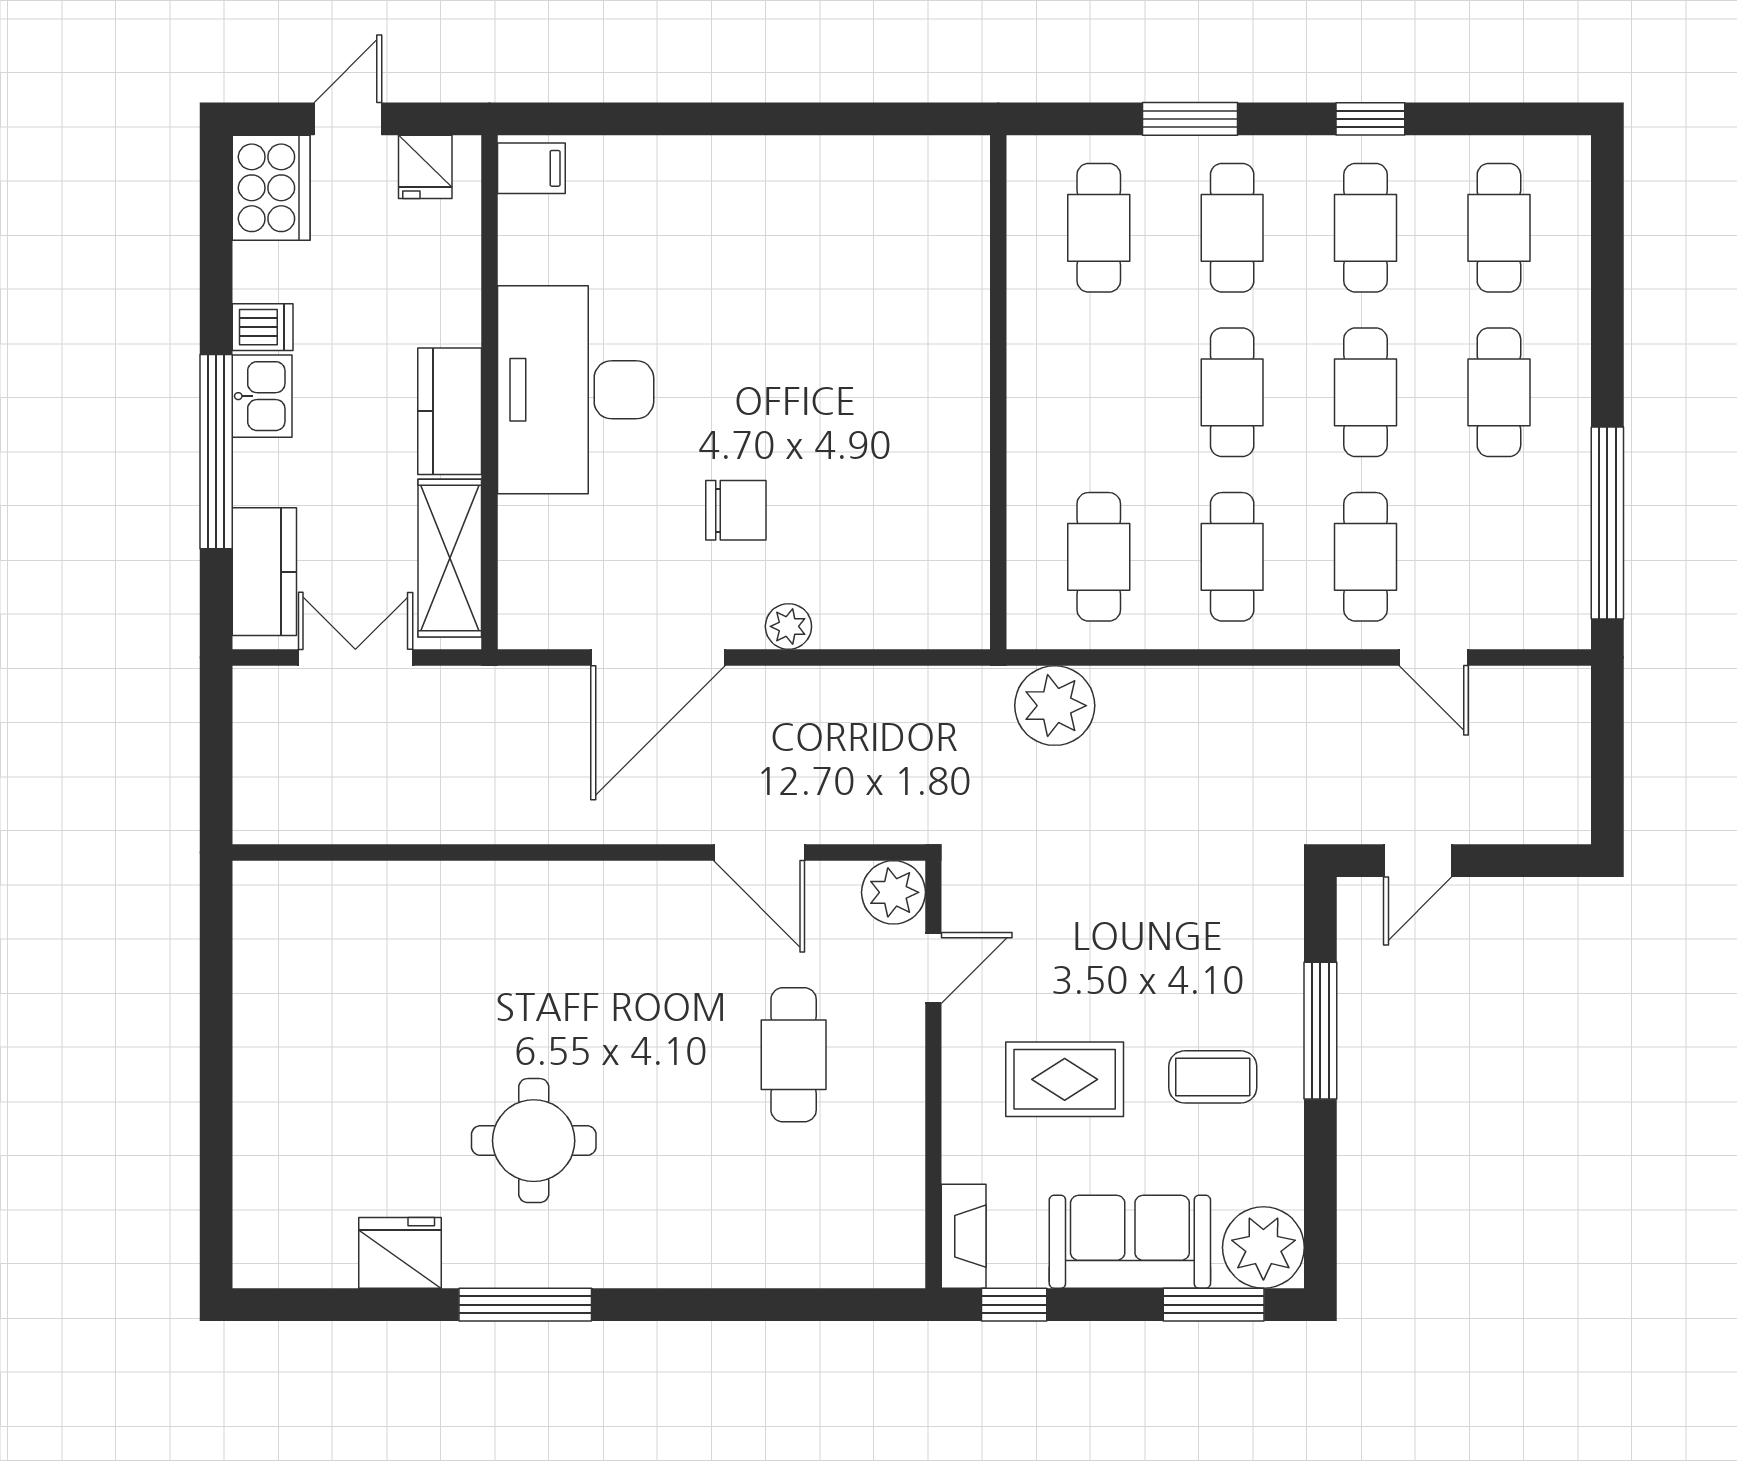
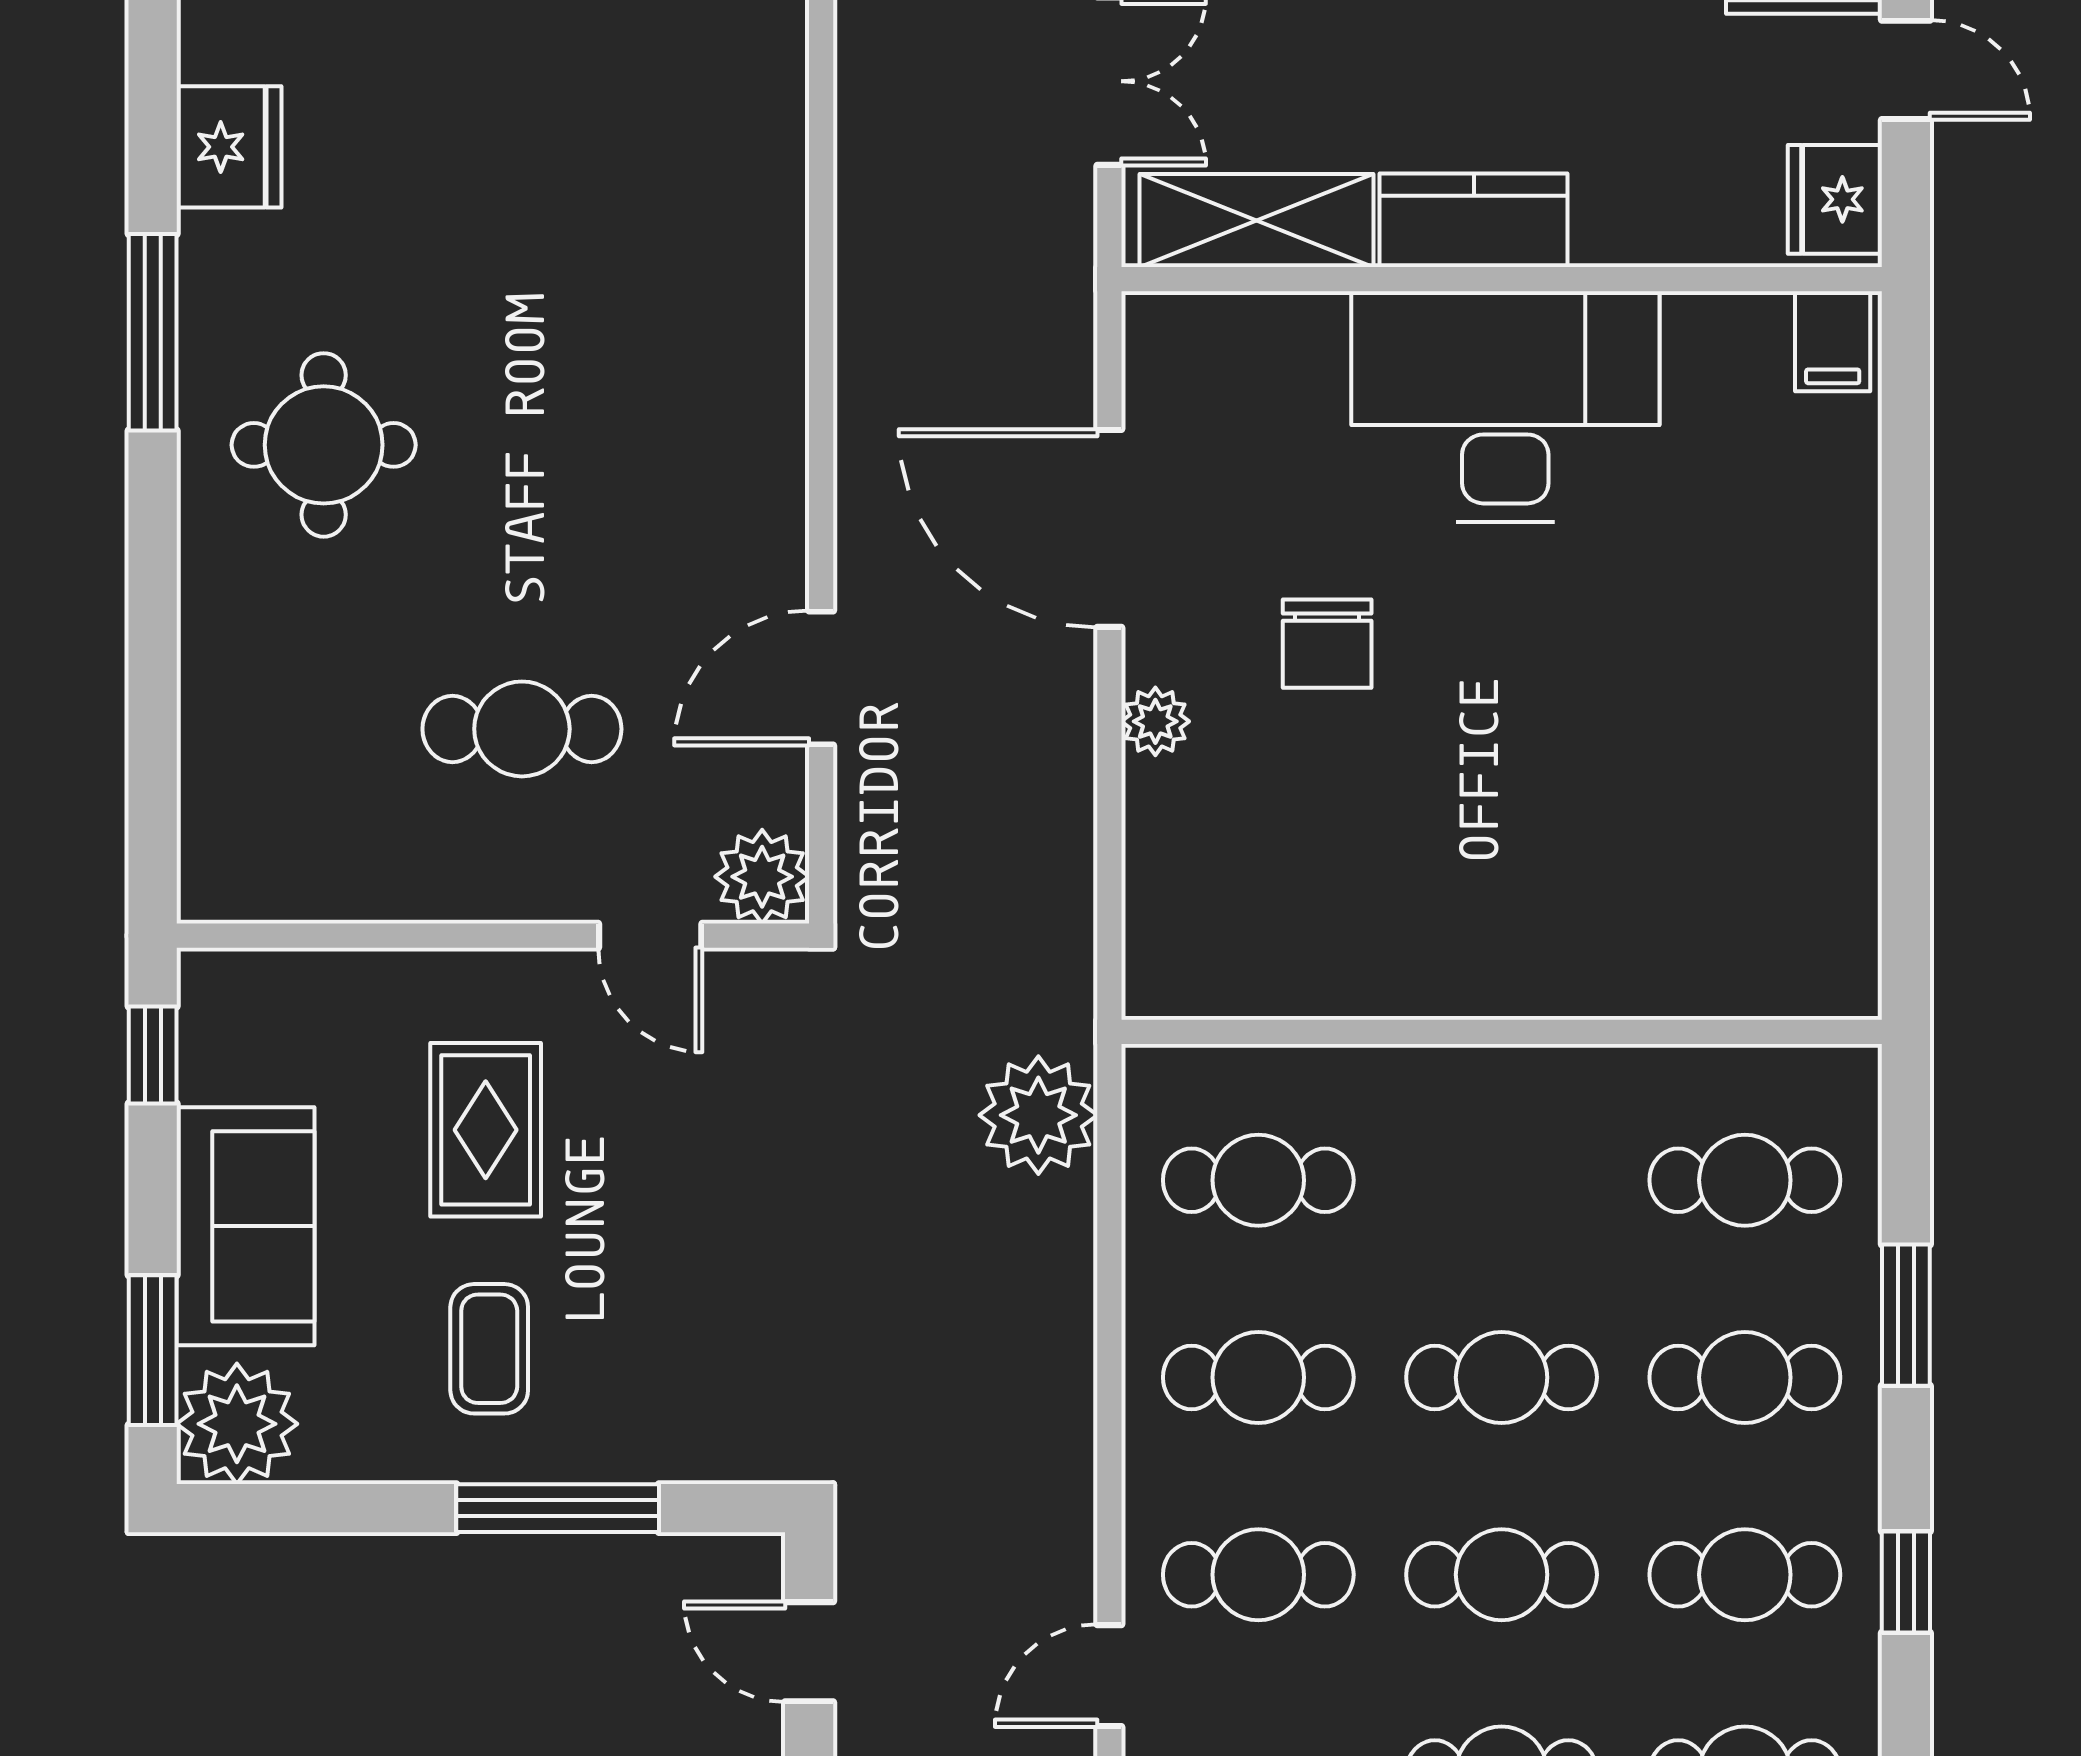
fridge: (425, 167) -> (1835, 199), width x1.38
round table: (534, 1141) -> (324, 445), moved
fireplace: (964, 1236) -> (254, 981), removed

